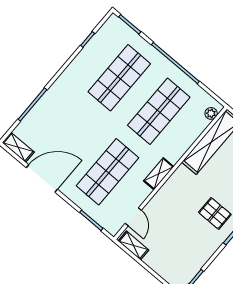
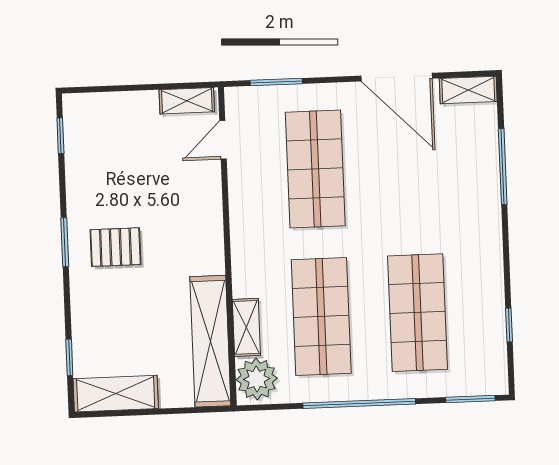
plant: (211, 113) -> (257, 379), width x1.87, depth x1.87
shelving: (159, 174) -> (246, 327), moved
door: (42, 178) -> (397, 77), hinge flipped
door: (133, 217) -> (223, 140), hinge flipped

